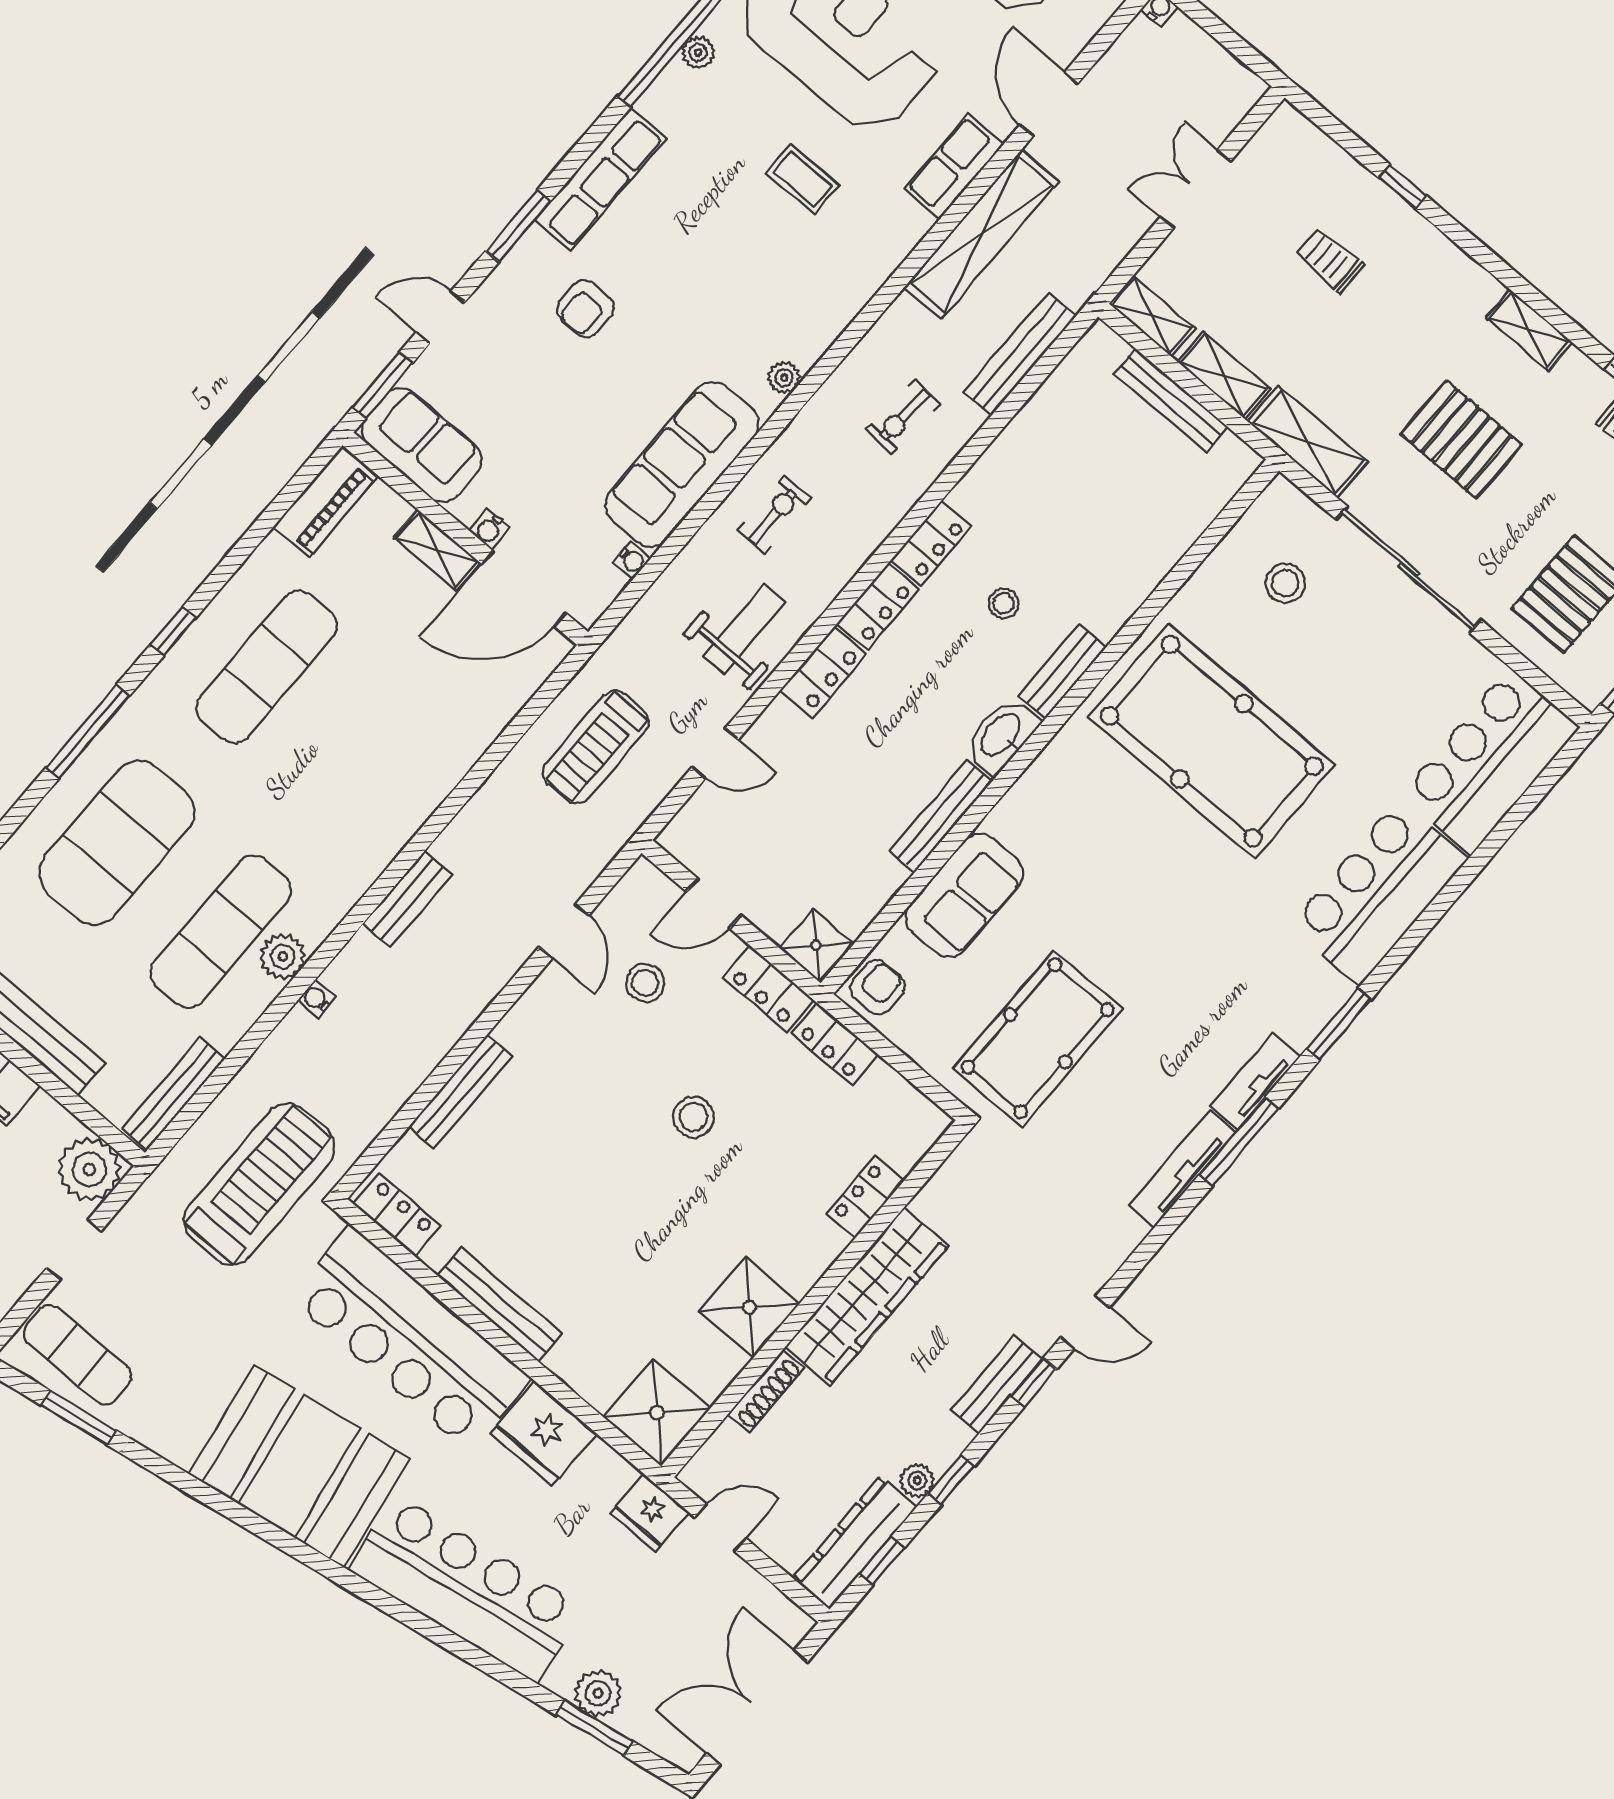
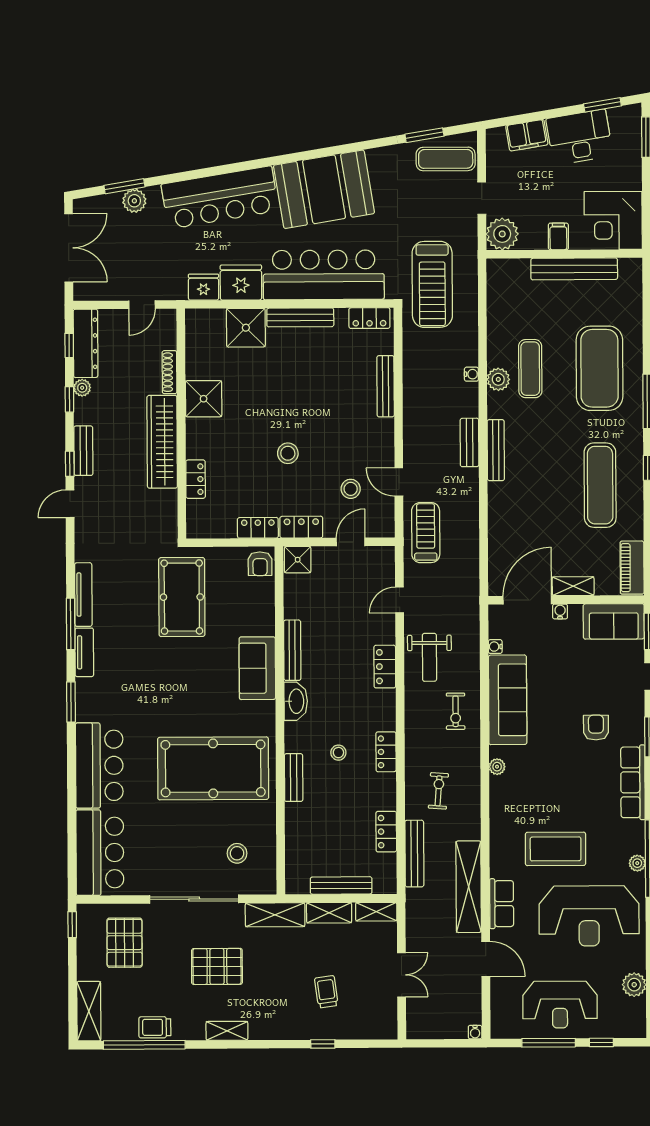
coffee table: (802, 179) -> (556, 849), width x1.86, depth x1.72
trolley: (1330, 260) -> (326, 992), turned -98
locker: (878, 606) -> (386, 832), moved
bench: (1062, 671) -> (294, 778), moved
treadmill: (595, 747) -> (426, 533), moved
sofa: (964, 896) -> (257, 668), moved
exercise mat: (221, 931) -> (530, 369), width x0.73, depth x0.69
bench: (173, 1094) -> (496, 450), moved
shower: (657, 1413) -> (246, 328), moved
fridge: (650, 1512) -> (203, 287), moved

